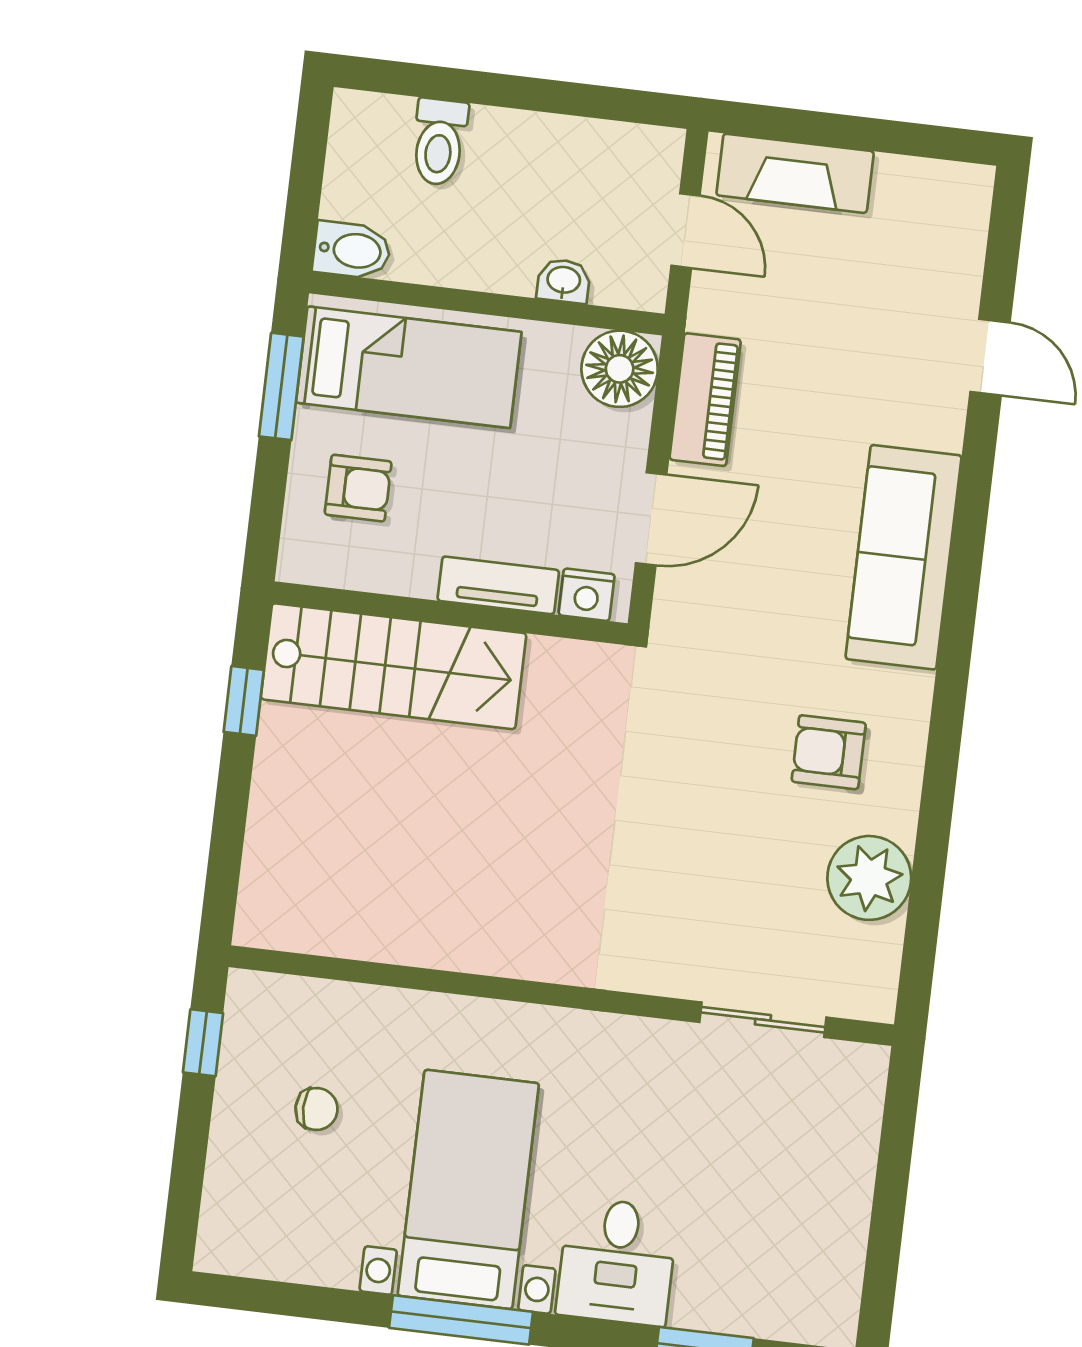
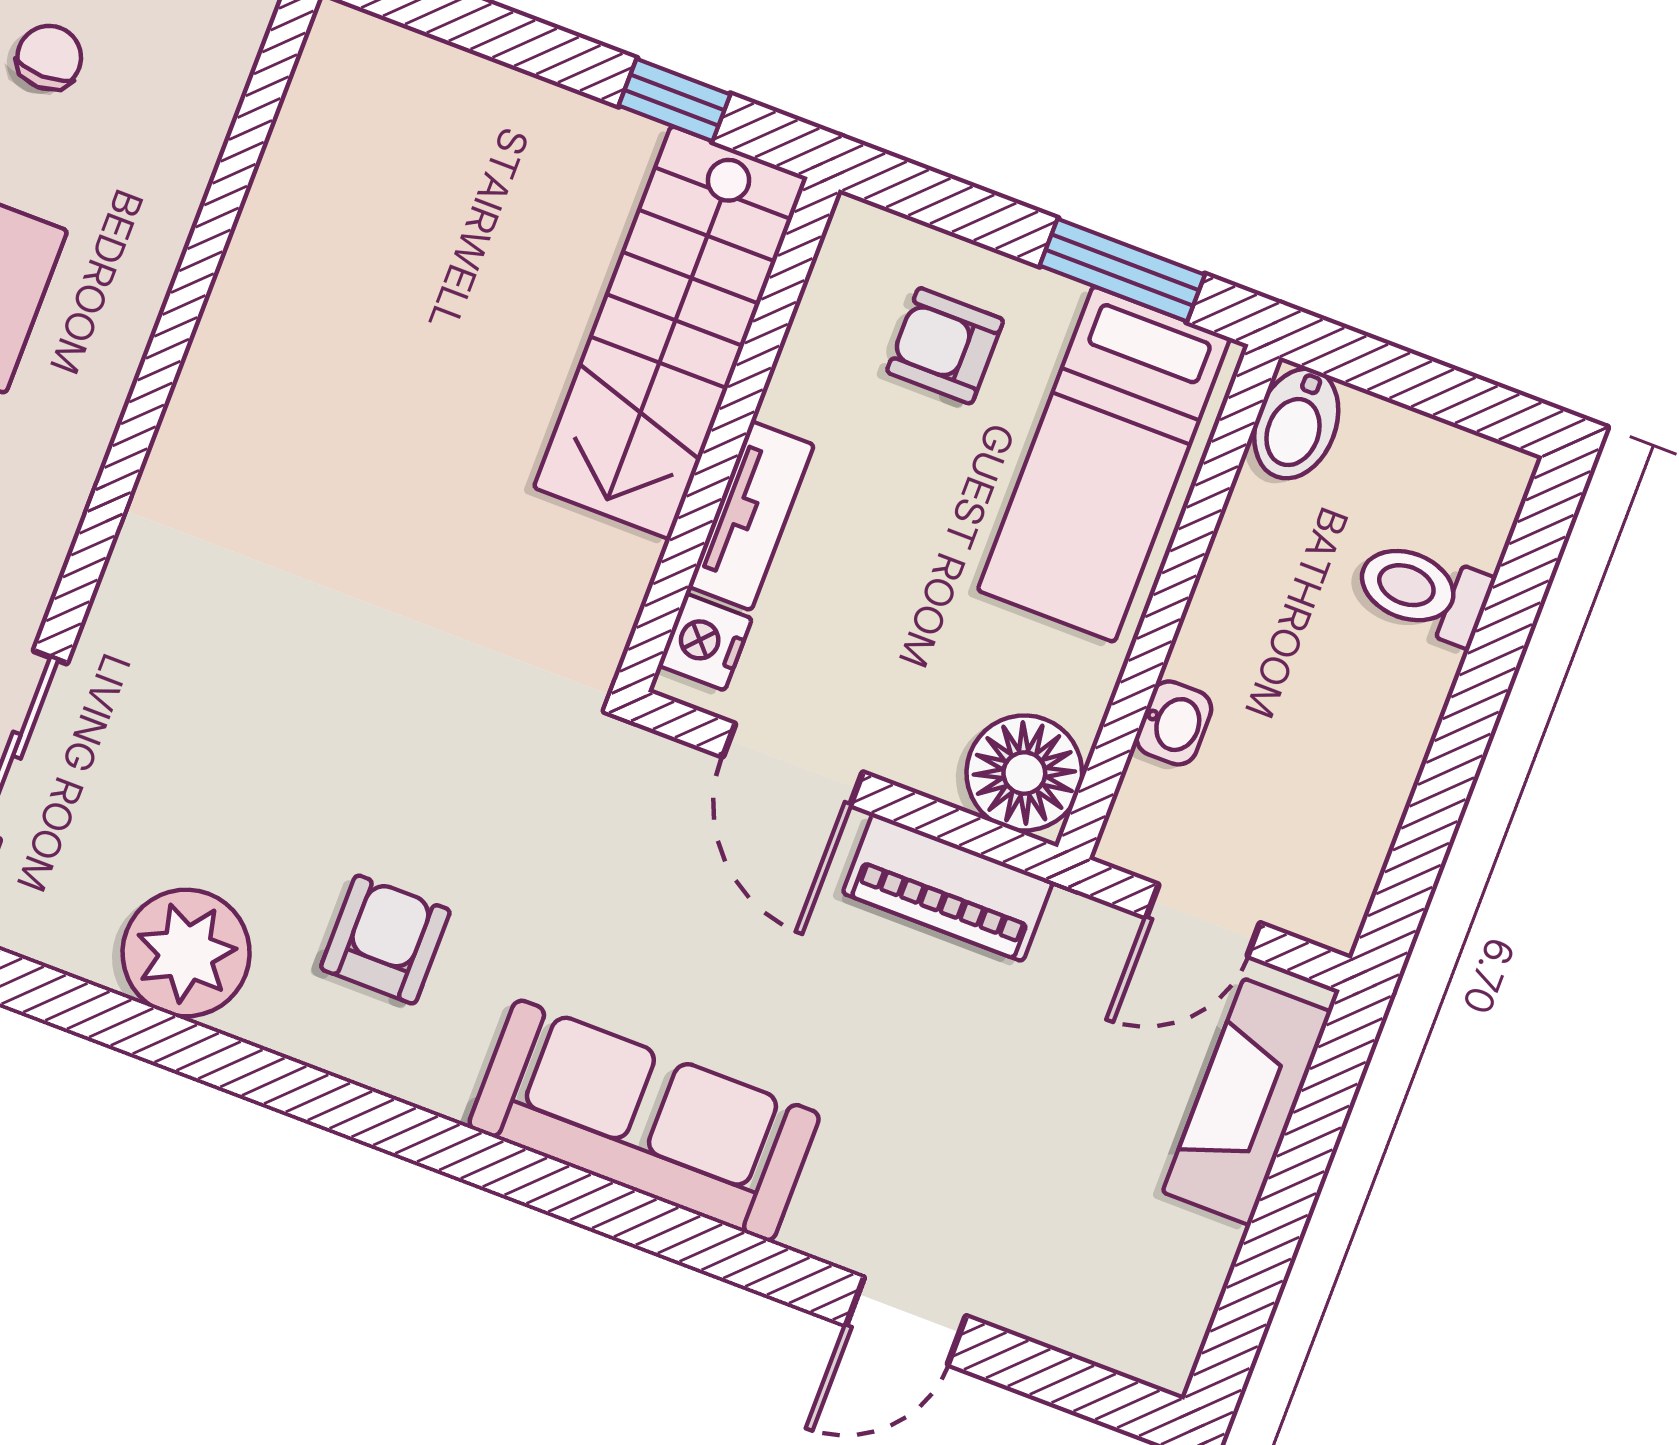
armchair: (358, 488) -> (945, 346), turned 90
chair: (316, 1109) -> (49, 57), turned 180

